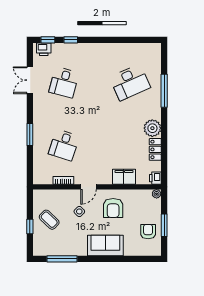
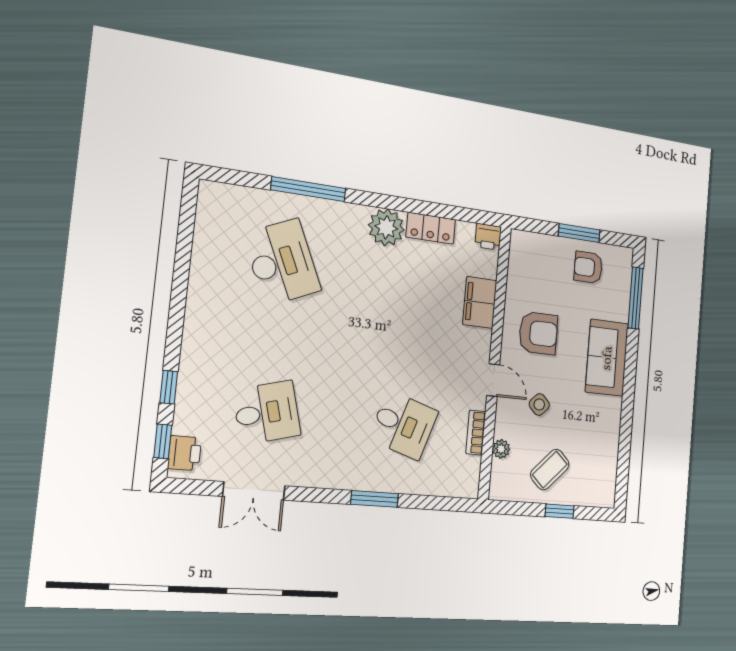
desk: (64, 82) -> (267, 413), turned -30
plant: (157, 194) -> (501, 449), moved
window: (62, 259) -> (636, 298), moved

